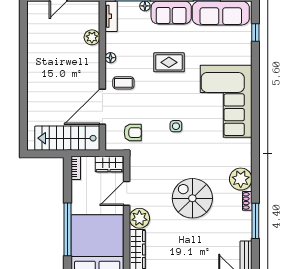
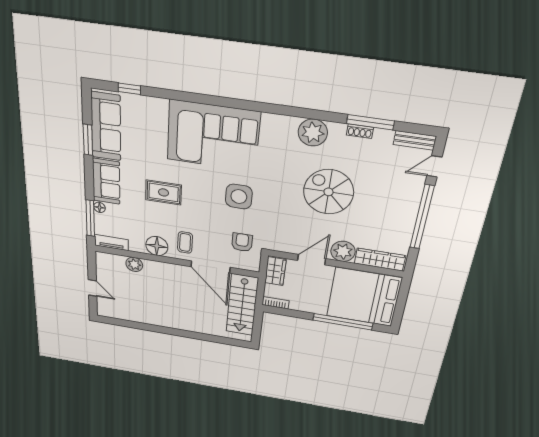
floor lamp: (110, 58) -> (157, 246), width x1.89, depth x1.89
rug: (169, 62) -> (164, 192), turned 90
side table: (176, 126) -> (239, 197), width x1.87, depth x1.87
door: (127, 193) -> (312, 260), swing flipped
spiral stairs: (192, 198) -> (328, 192), turned 90
shoe rack: (247, 201) -> (360, 131), moved

